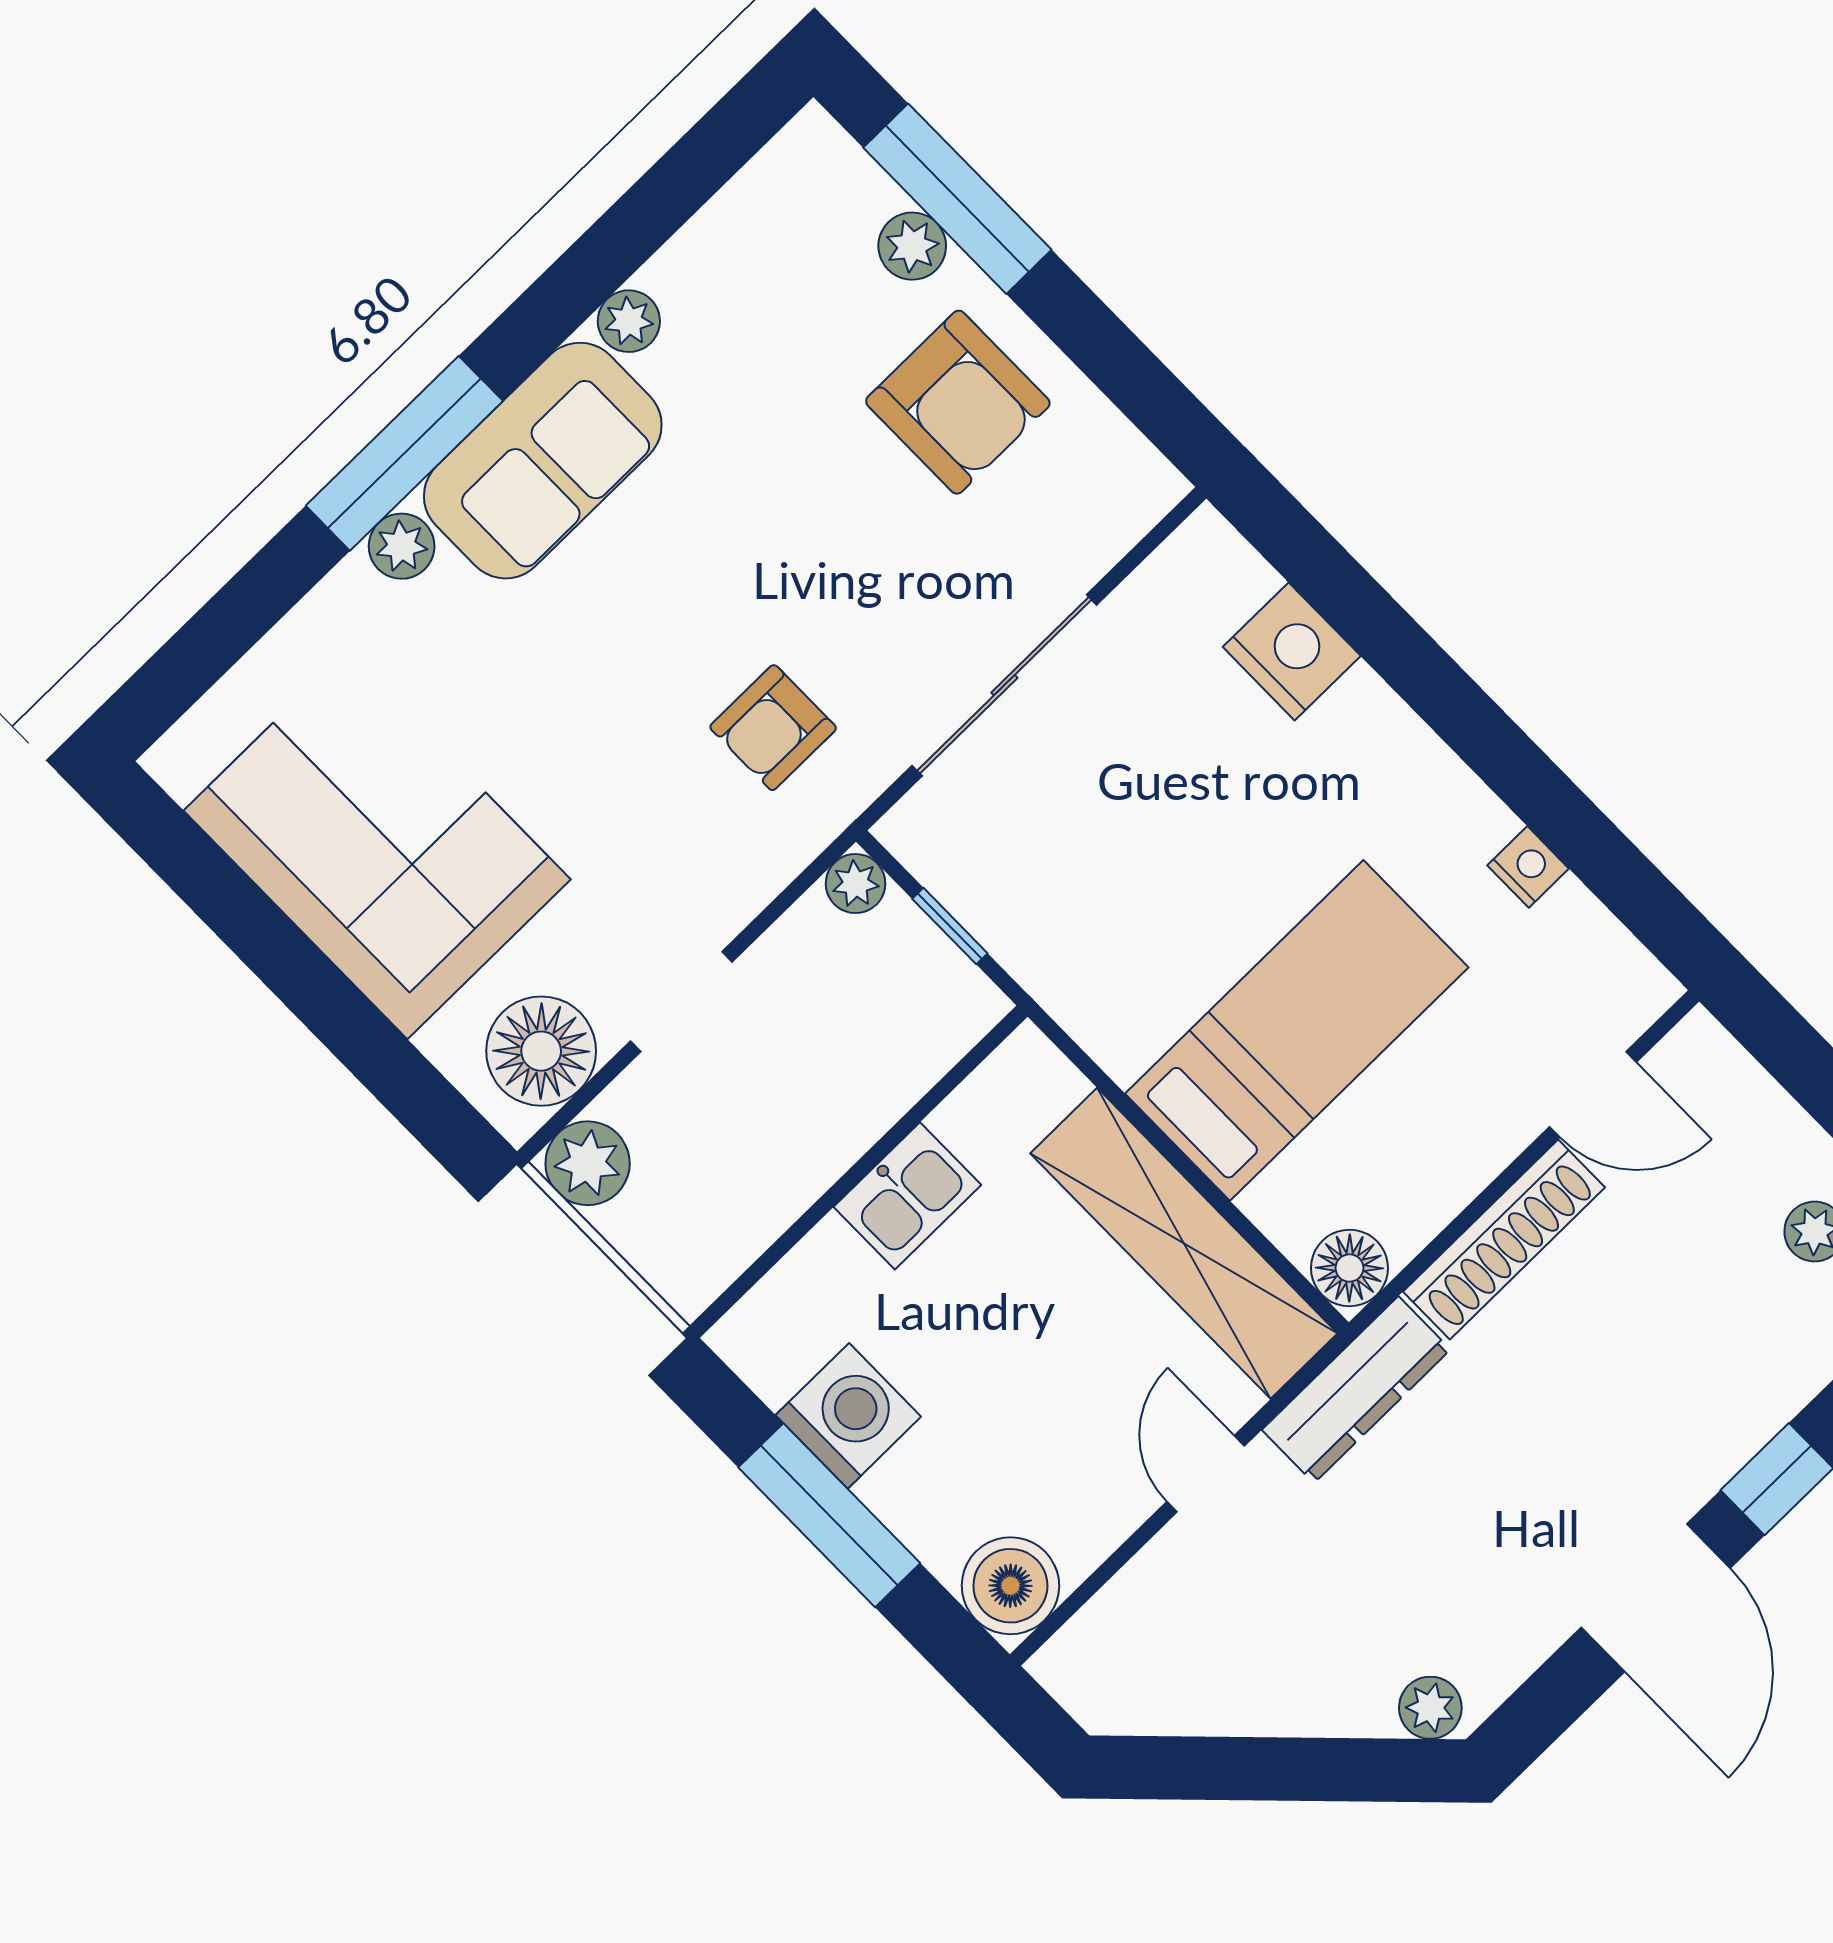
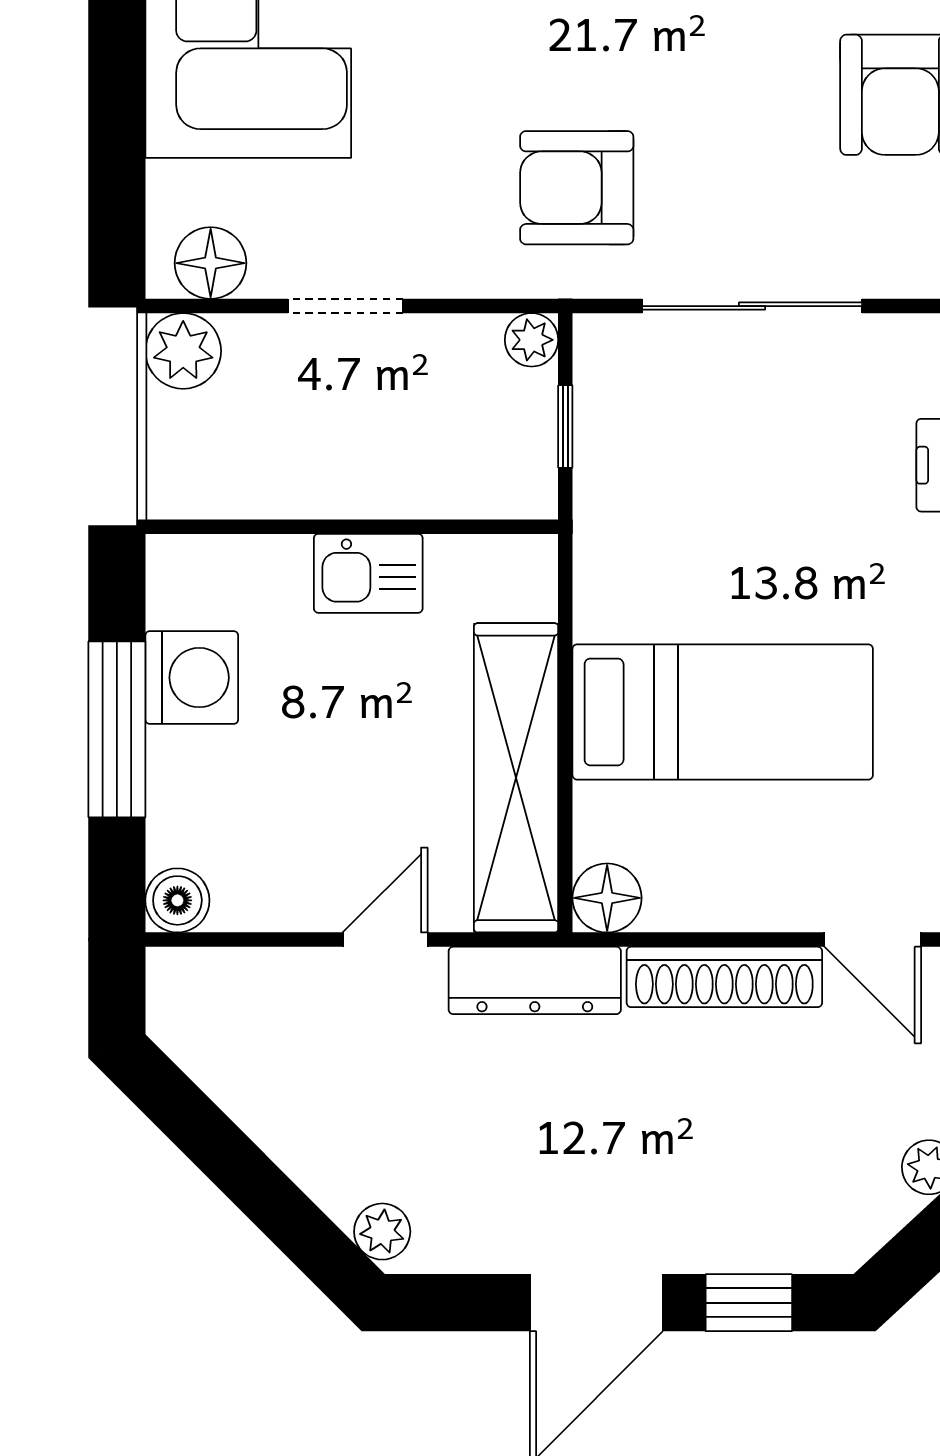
armchair: (773, 728) -> (577, 188), width x1.38, depth x1.38
floor lamp: (541, 1051) -> (211, 263), width x0.73, depth x0.73
boiler: (1010, 1586) -> (177, 900), width x0.73, depth x0.73

